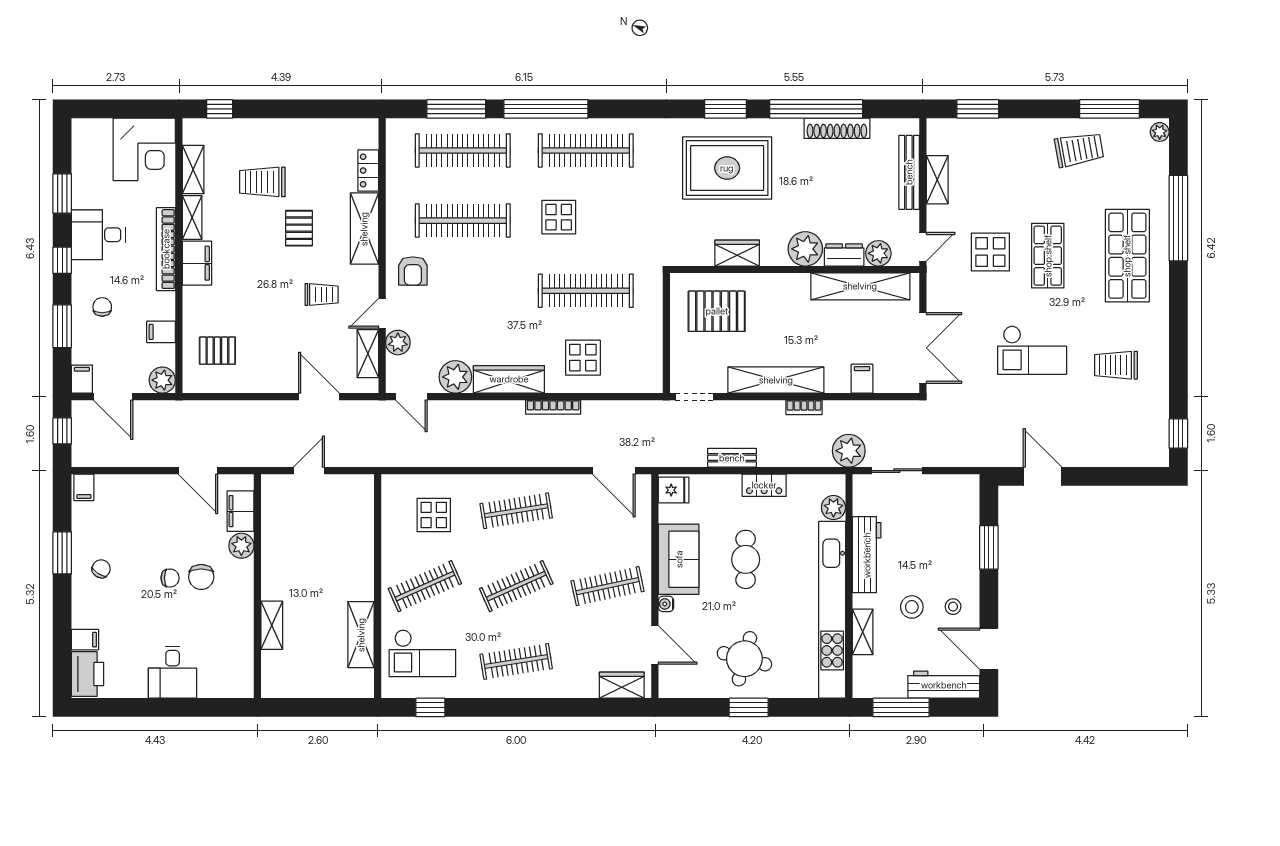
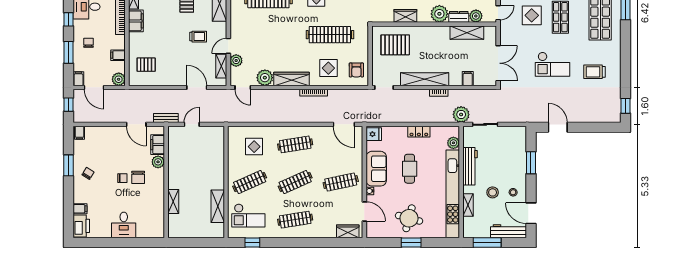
armchair: (413, 271) -> (356, 70), moved
shelving: (860, 286) -> (467, 33), width x0.68
bench: (732, 458) -> (166, 118), moved

